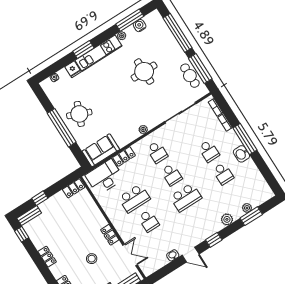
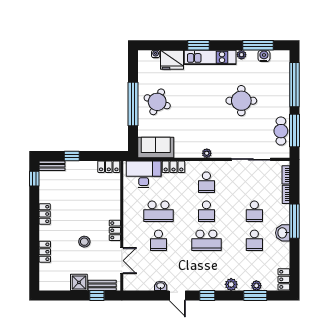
fridge: (73, 69) -> (172, 60), width x1.88, depth x1.34
locker: (265, 189) -> (284, 279), added

